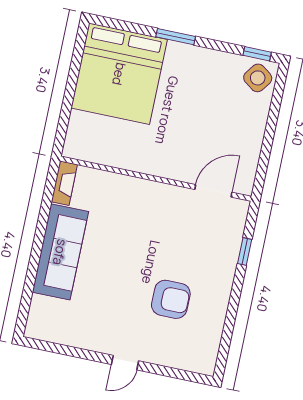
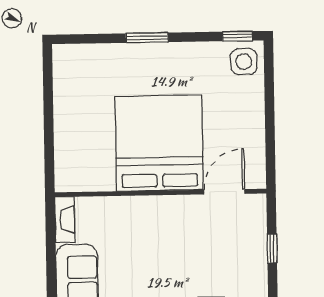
bed: (119, 74) -> (159, 143), moved, turned 180
side table: (258, 78) -> (244, 62), turned -36

